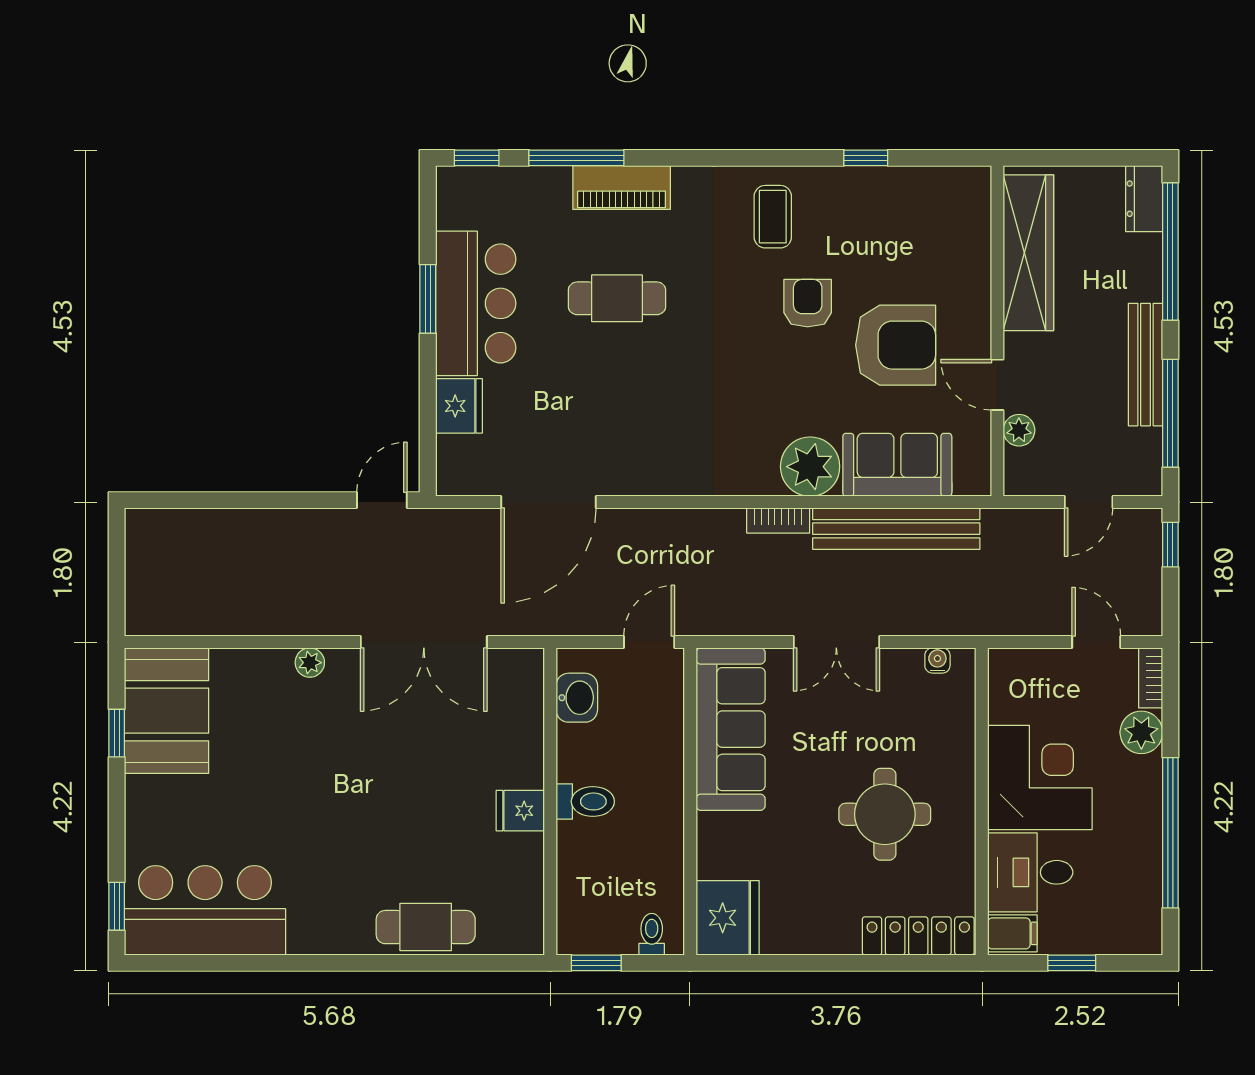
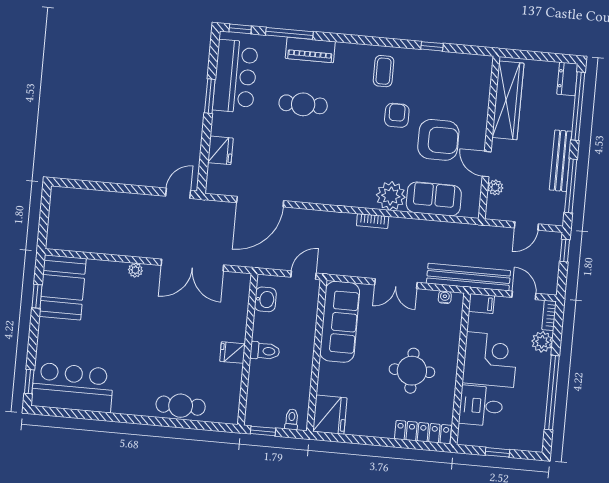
bar counter: (476, 303) -> (235, 76), moved
bench: (896, 529) -> (468, 277), moved
filing cabinet: (1012, 933) -> (481, 304), moved

